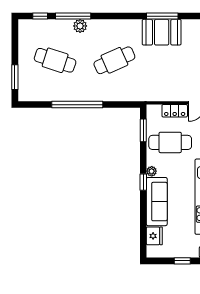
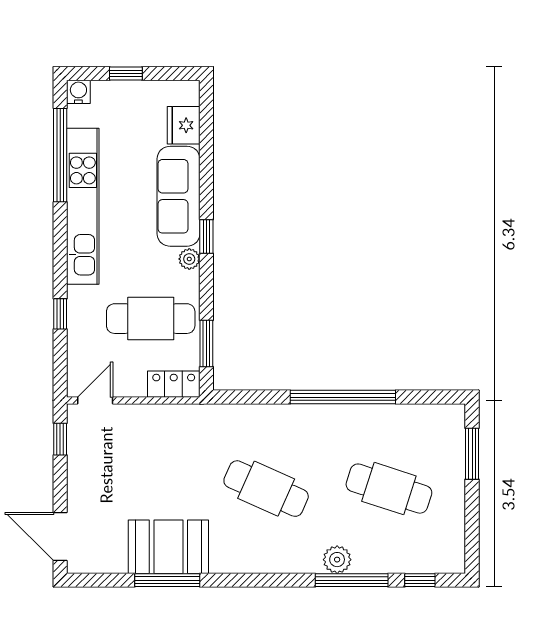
cafe table: (114, 60) -> (266, 489), turned 48
locker: (175, 111) -> (174, 384), moved

